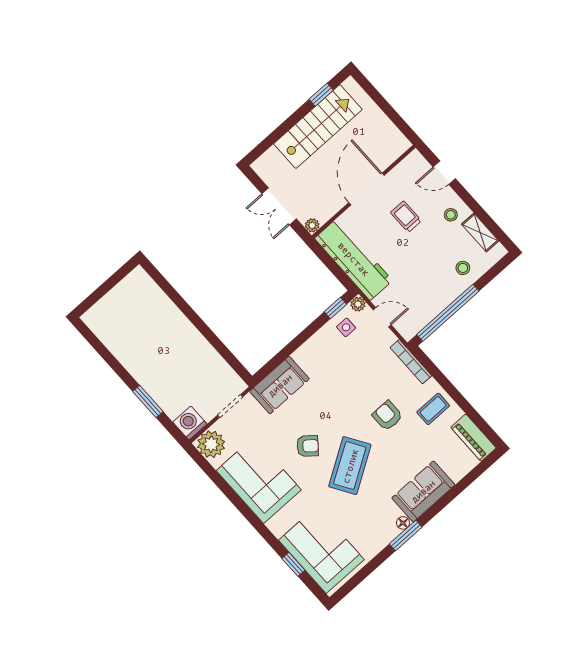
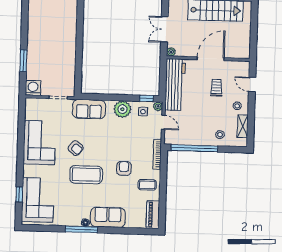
plant: (211, 444) -> (122, 109), moved
coffee table: (350, 466) -> (86, 175), turned 32
window: (406, 536) -> (81, 229), width x1.44

